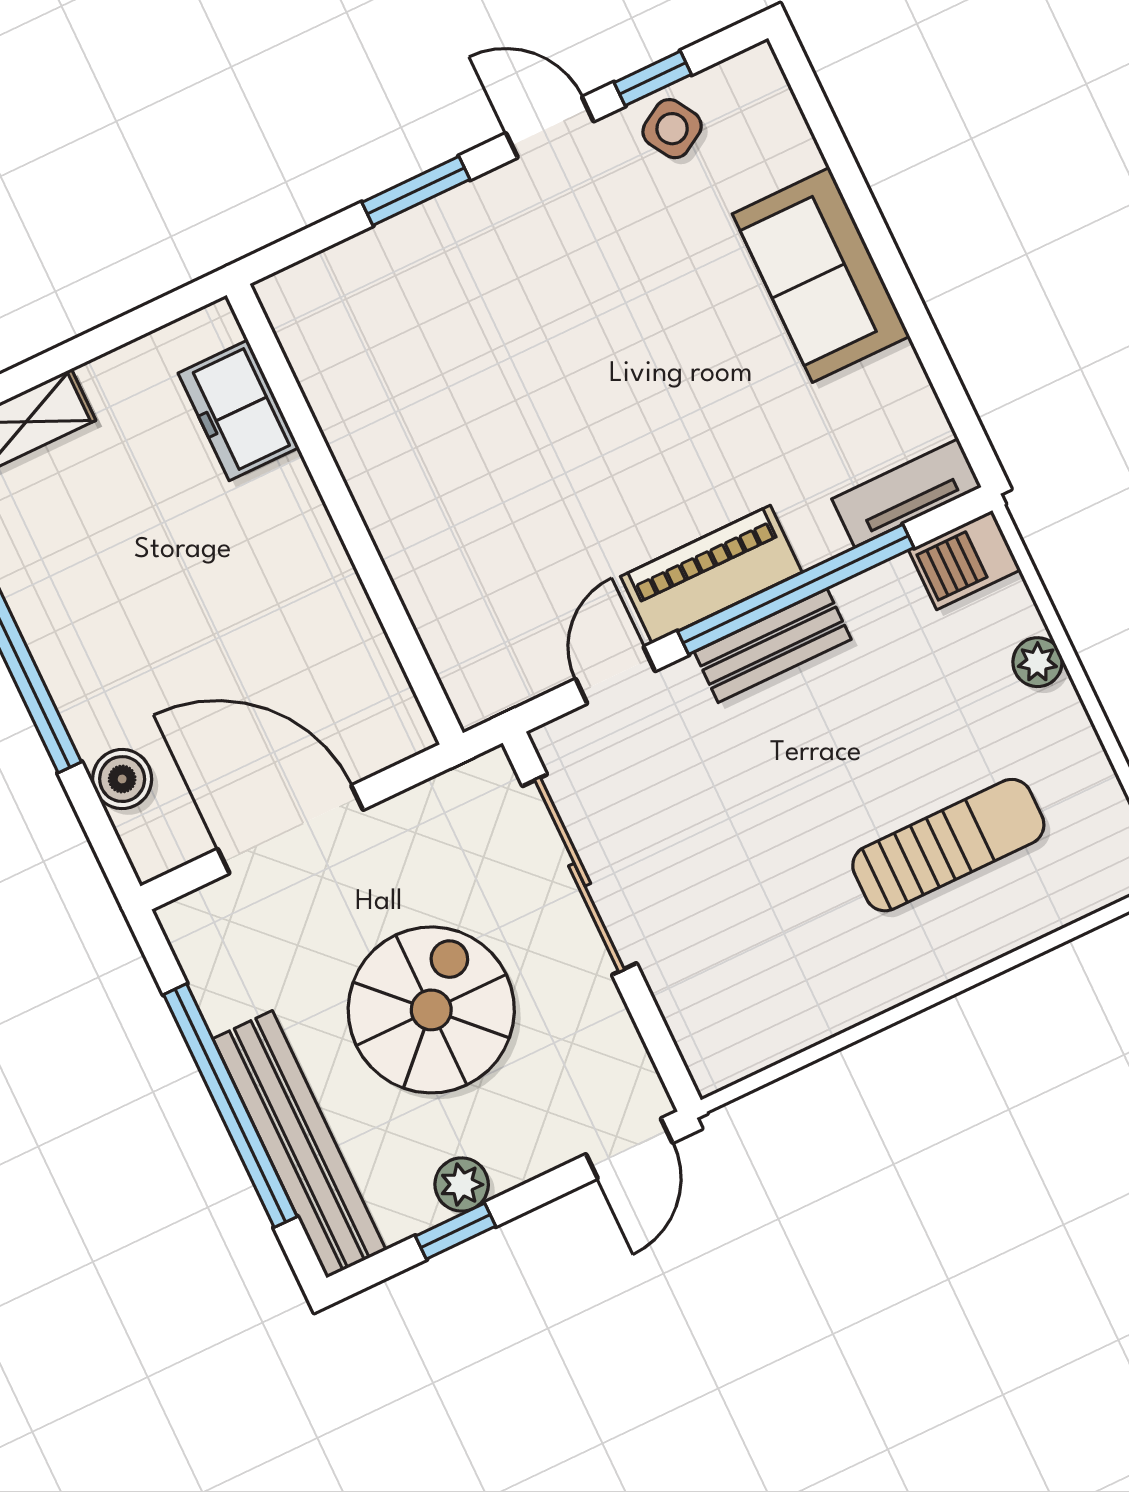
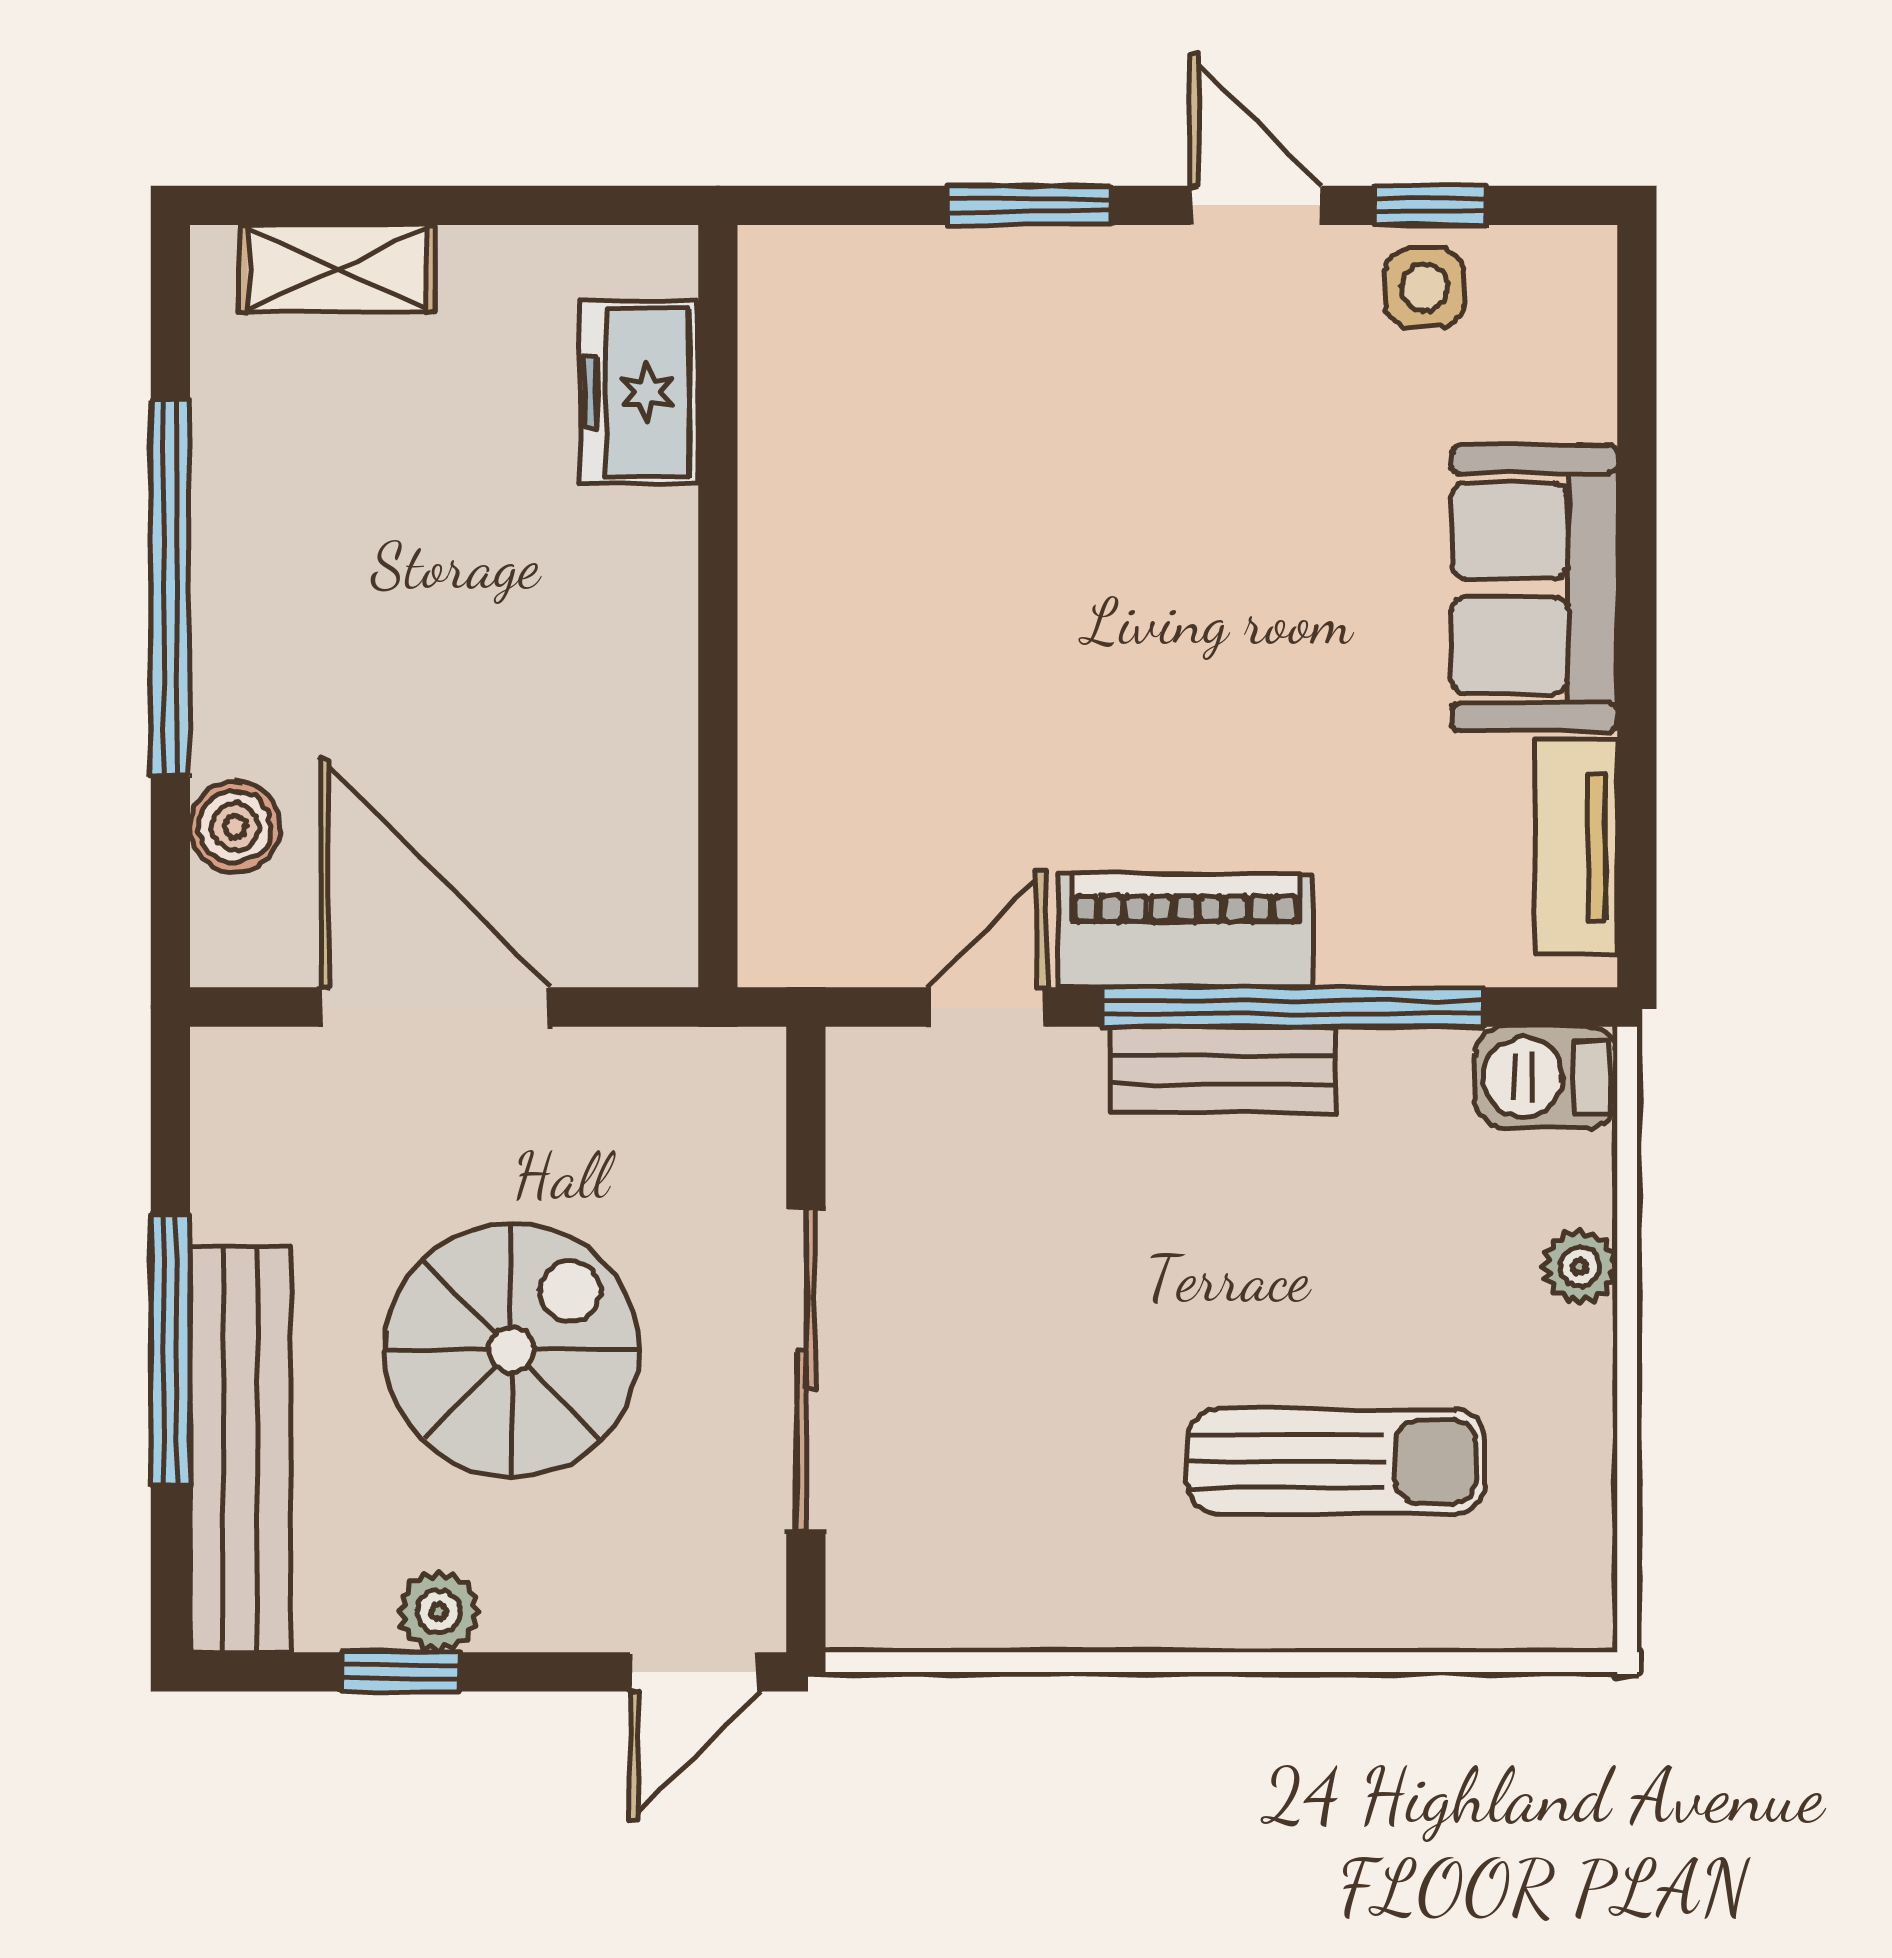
side table: (672, 129) -> (1425, 288), turned 31
tv unit: (907, 493) -> (1576, 847), moved, turned -90
sliding door: (580, 875) -> (806, 1370), moved
window: (230, 1106) -> (170, 1350), width x0.68

